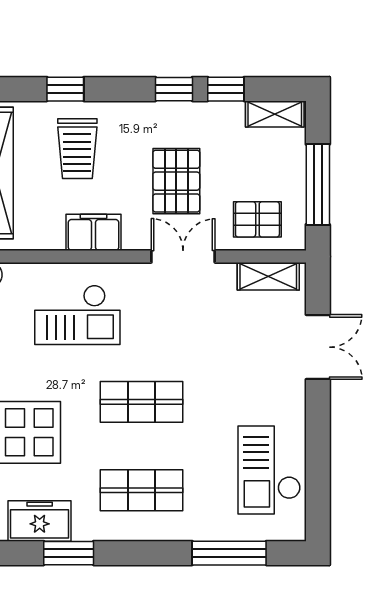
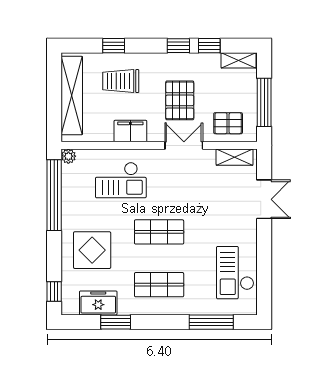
trolley: (77, 149) -> (121, 81), turned 90

